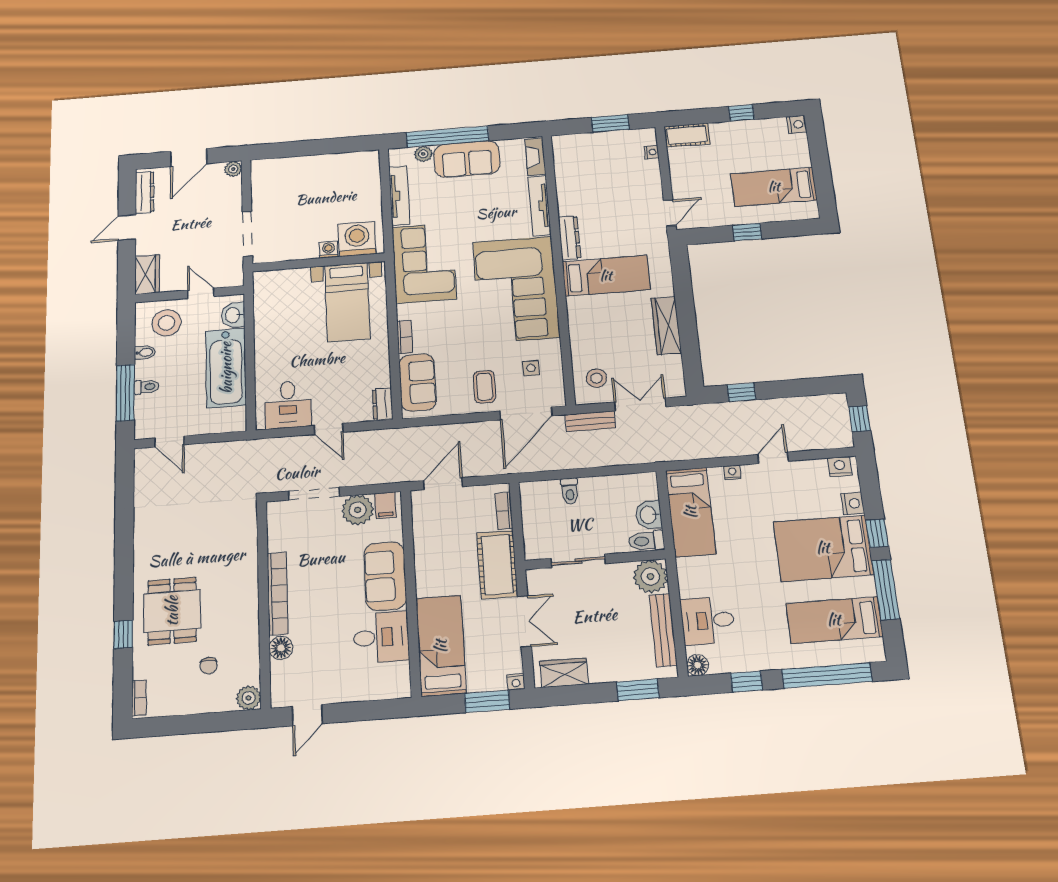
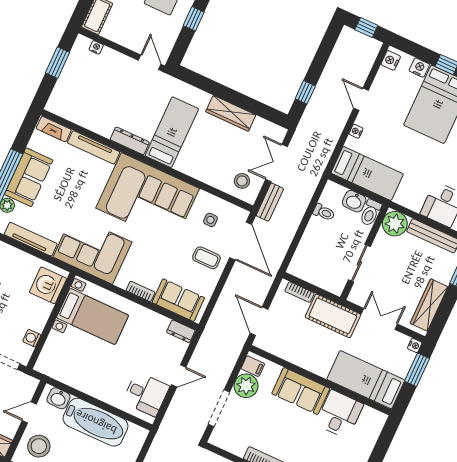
washing machine: (329, 250) -> (32, 338), moved
toilet: (570, 491) -> (324, 212), moved
wardrobe: (564, 673) -> (429, 305), width x1.50

